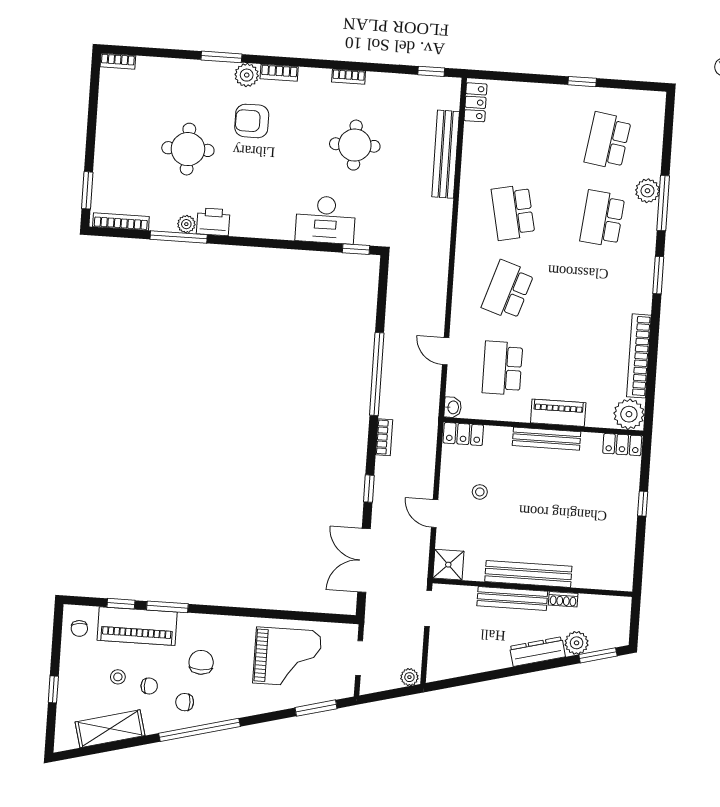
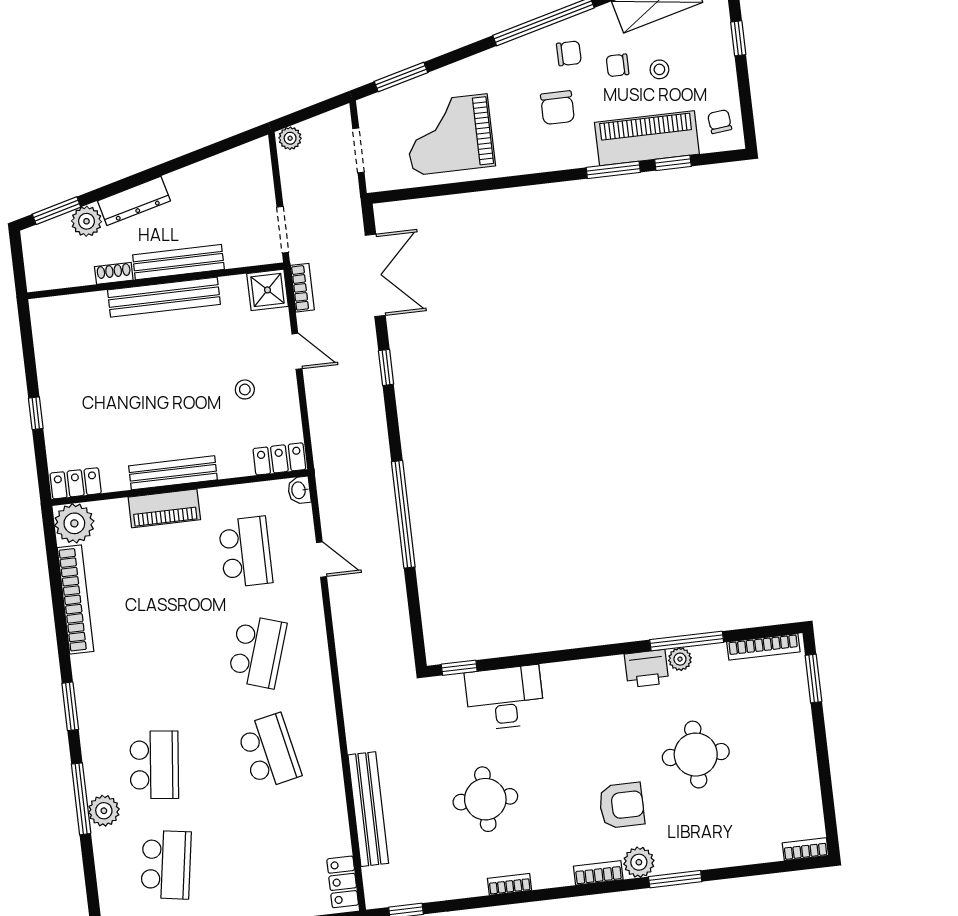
bookcase: (384, 437) -> (302, 288), moved, turned 180

